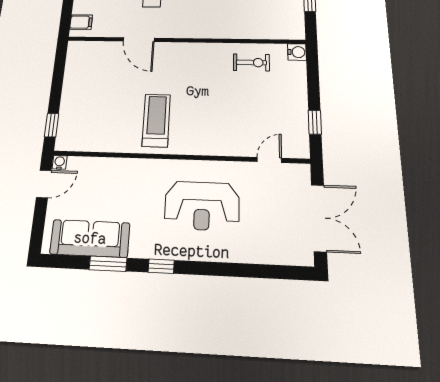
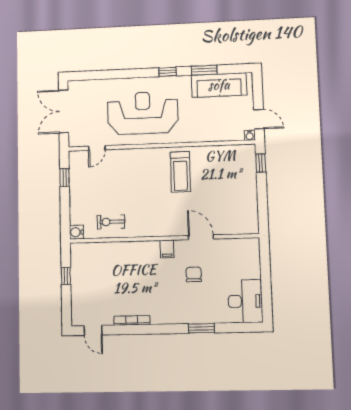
filing cabinet: (81, 22) -> (167, 249), moved, turned -90
door: (44, 184) -> (259, 119), swing flipped
reception desk: (202, 206) -> (143, 113), width x1.36, depth x1.30

